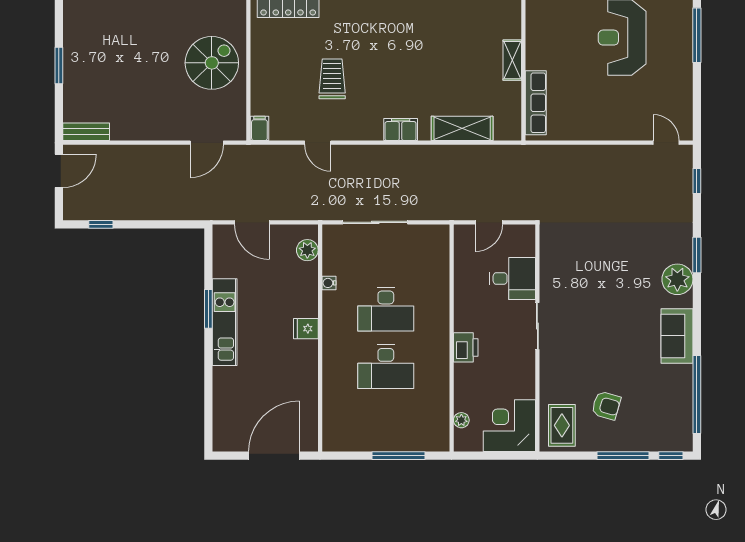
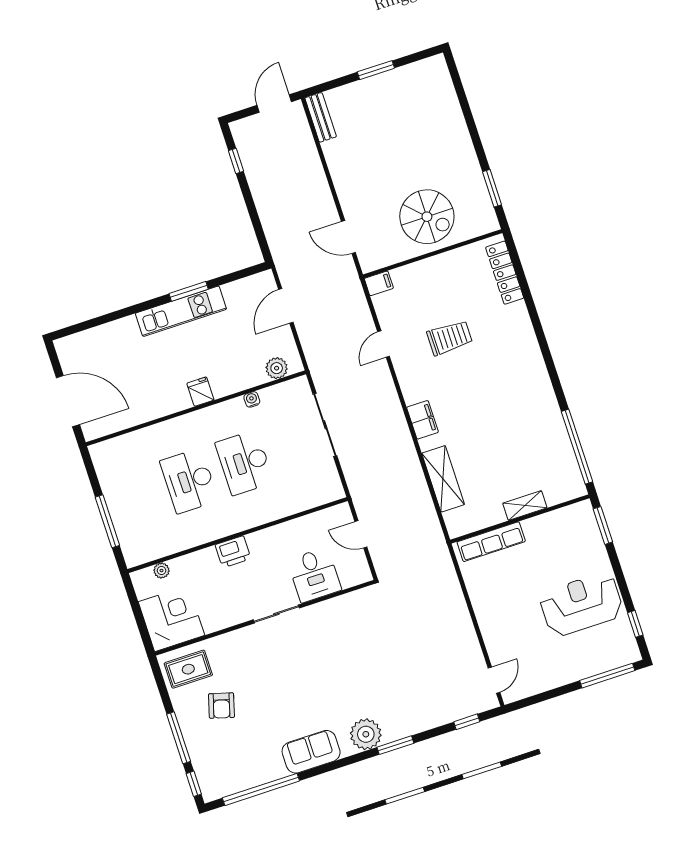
door: (59, 171) -> (274, 103), swing flipped

